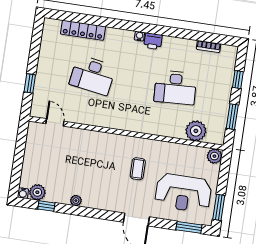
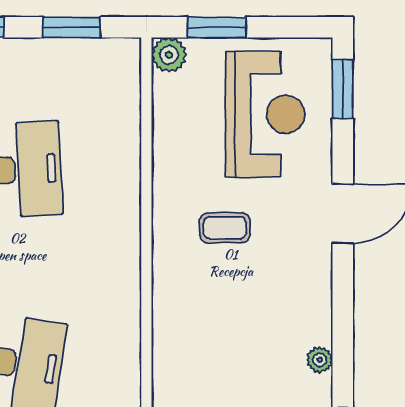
plant: (196, 131) -> (117, 107), removed
window: (219, 207) -> (217, 27), moved

